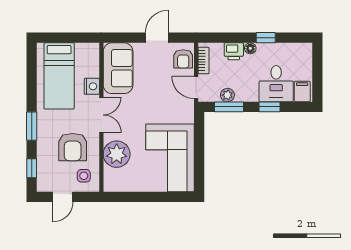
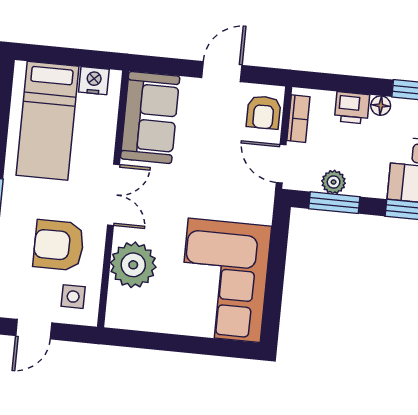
nightstand: (92, 86) -> (94, 81), moved, turned -90
armchair: (73, 147) -> (59, 245), turned 90

